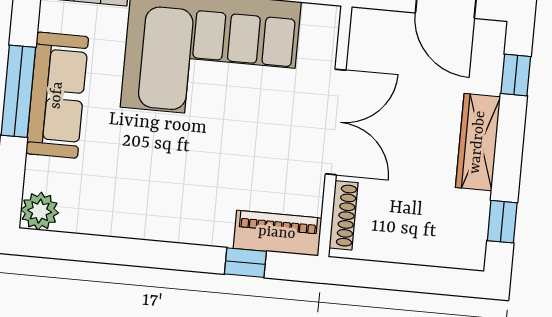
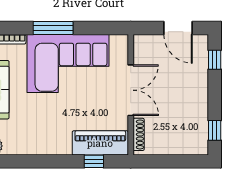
wardrobe: (478, 142) -> (200, 94), removed
piano: (277, 233) -> (100, 143), width x1.37, depth x1.33

